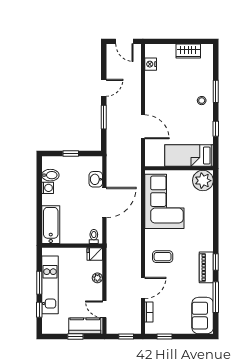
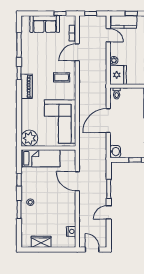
washbasin: (96, 179) -> (115, 152), moved
fridge: (95, 254) -> (118, 75), width x1.88, depth x1.34
piano: (206, 267) -> (27, 86), moved
sofa: (203, 316) -> (45, 24), moved, turned 90

